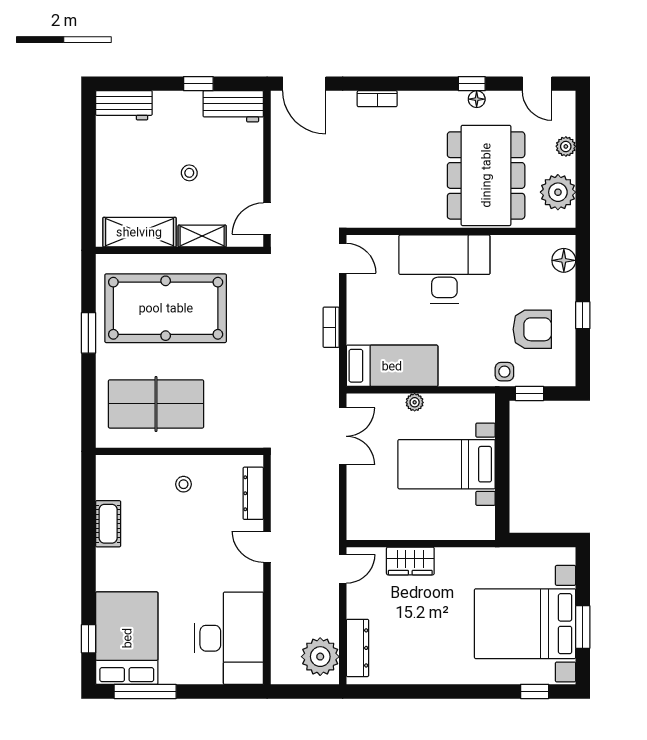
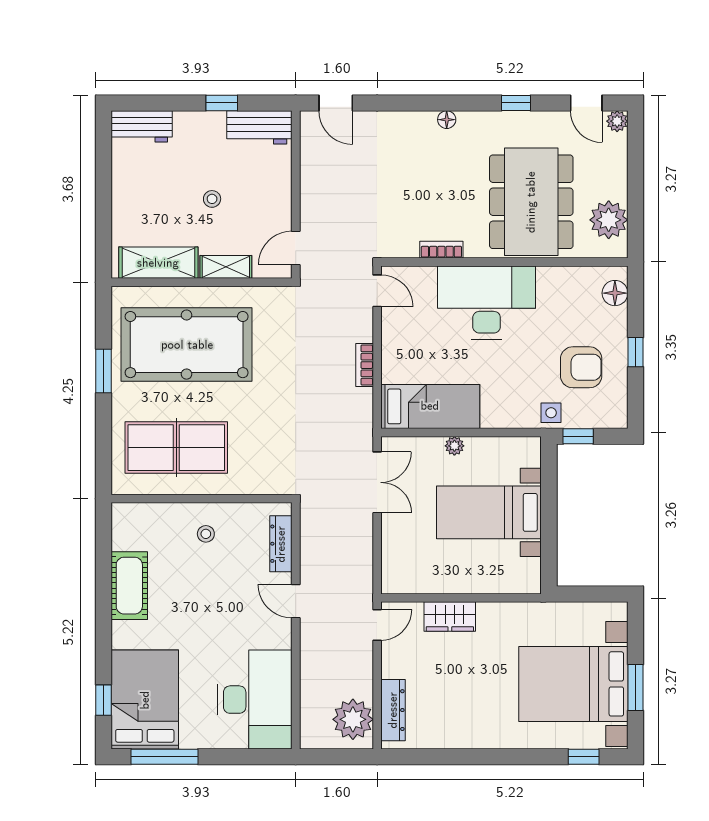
door: (304, 84) -> (336, 103), width x0.73
bookcase: (377, 99) -> (441, 250), moved, turned 180
floor lamp: (477, 99) -> (447, 120), moved
plant: (566, 146) -> (617, 121), moved
cot: (108, 524) -> (129, 586), width x1.37, depth x1.34

